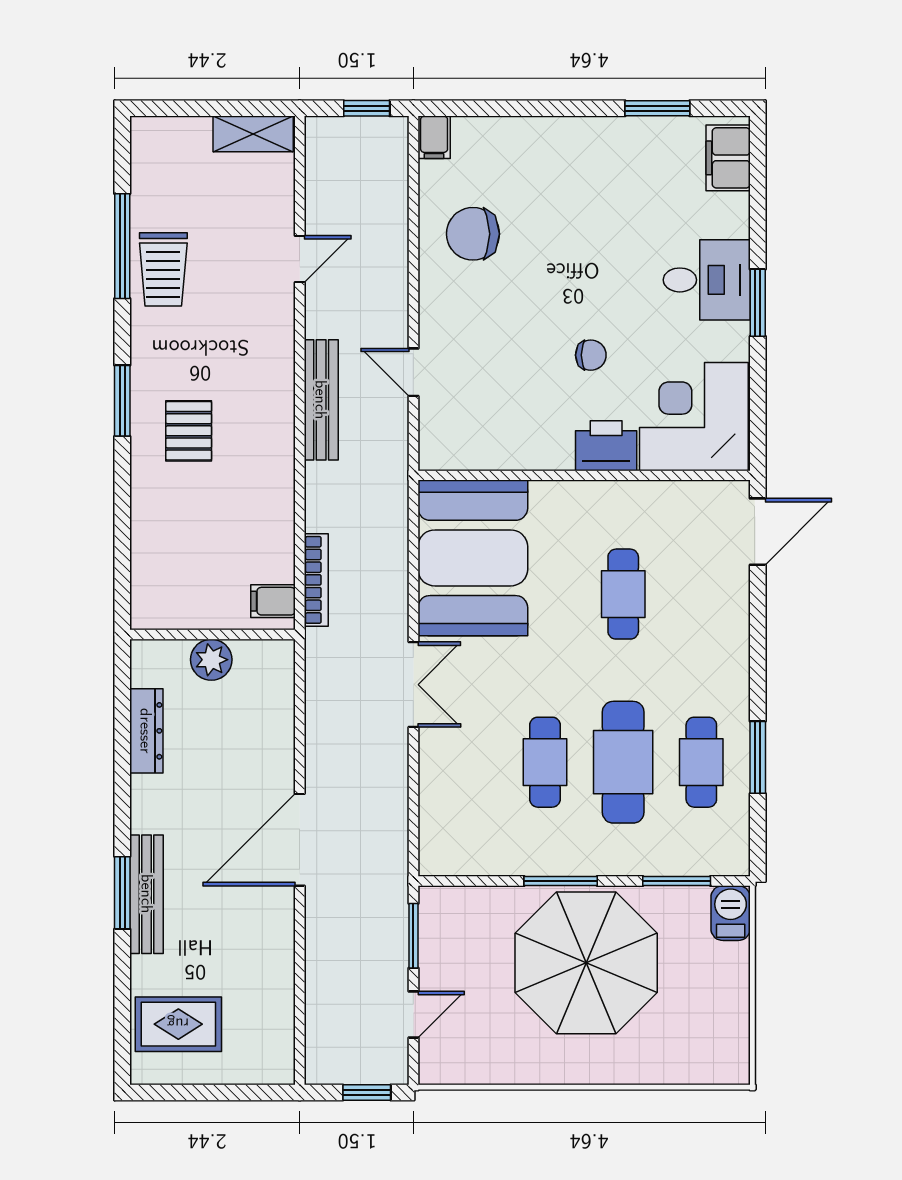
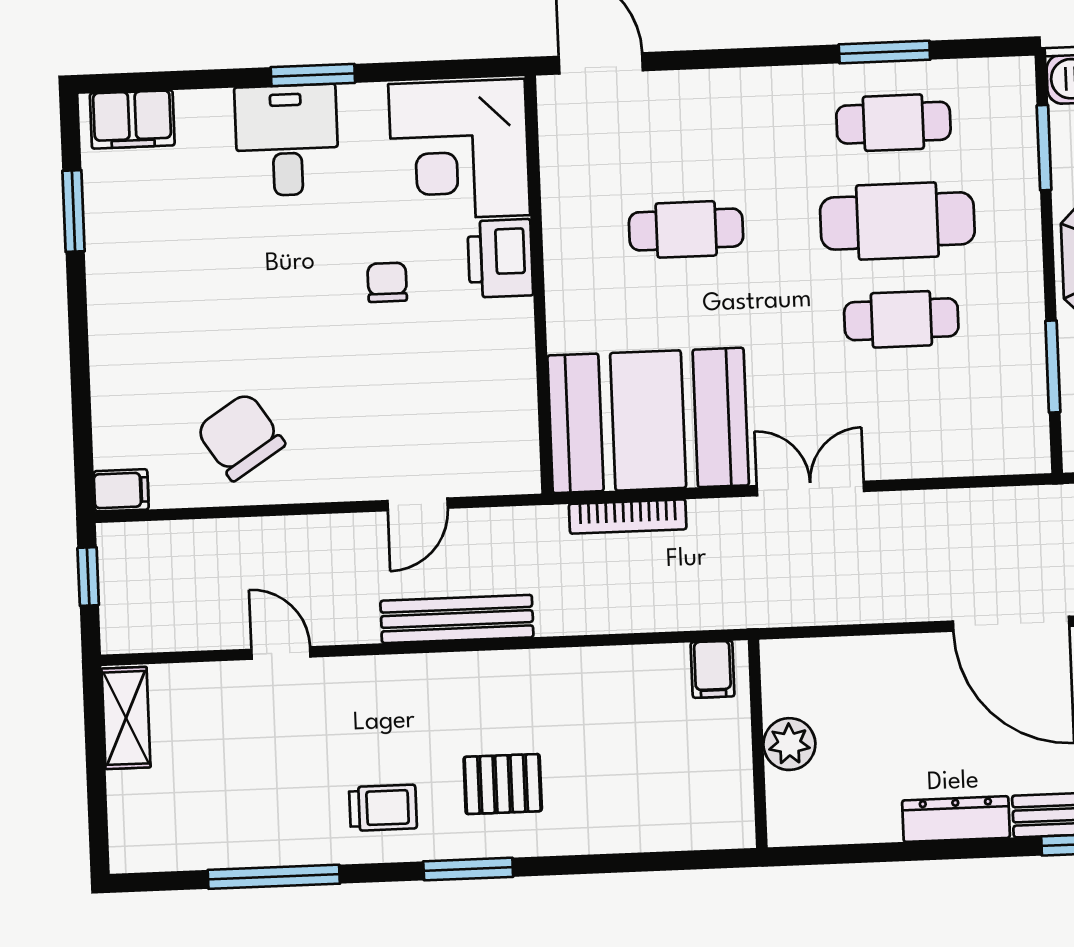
chair: (473, 234) -> (241, 437), turned 147
trolley: (163, 269) -> (383, 808), moved, width x0.73, depth x0.72
bookcase: (316, 580) -> (628, 517), moved, turned 180
dresser: (146, 731) -> (956, 819), moved
window: (561, 881) -> (1053, 366), moved

